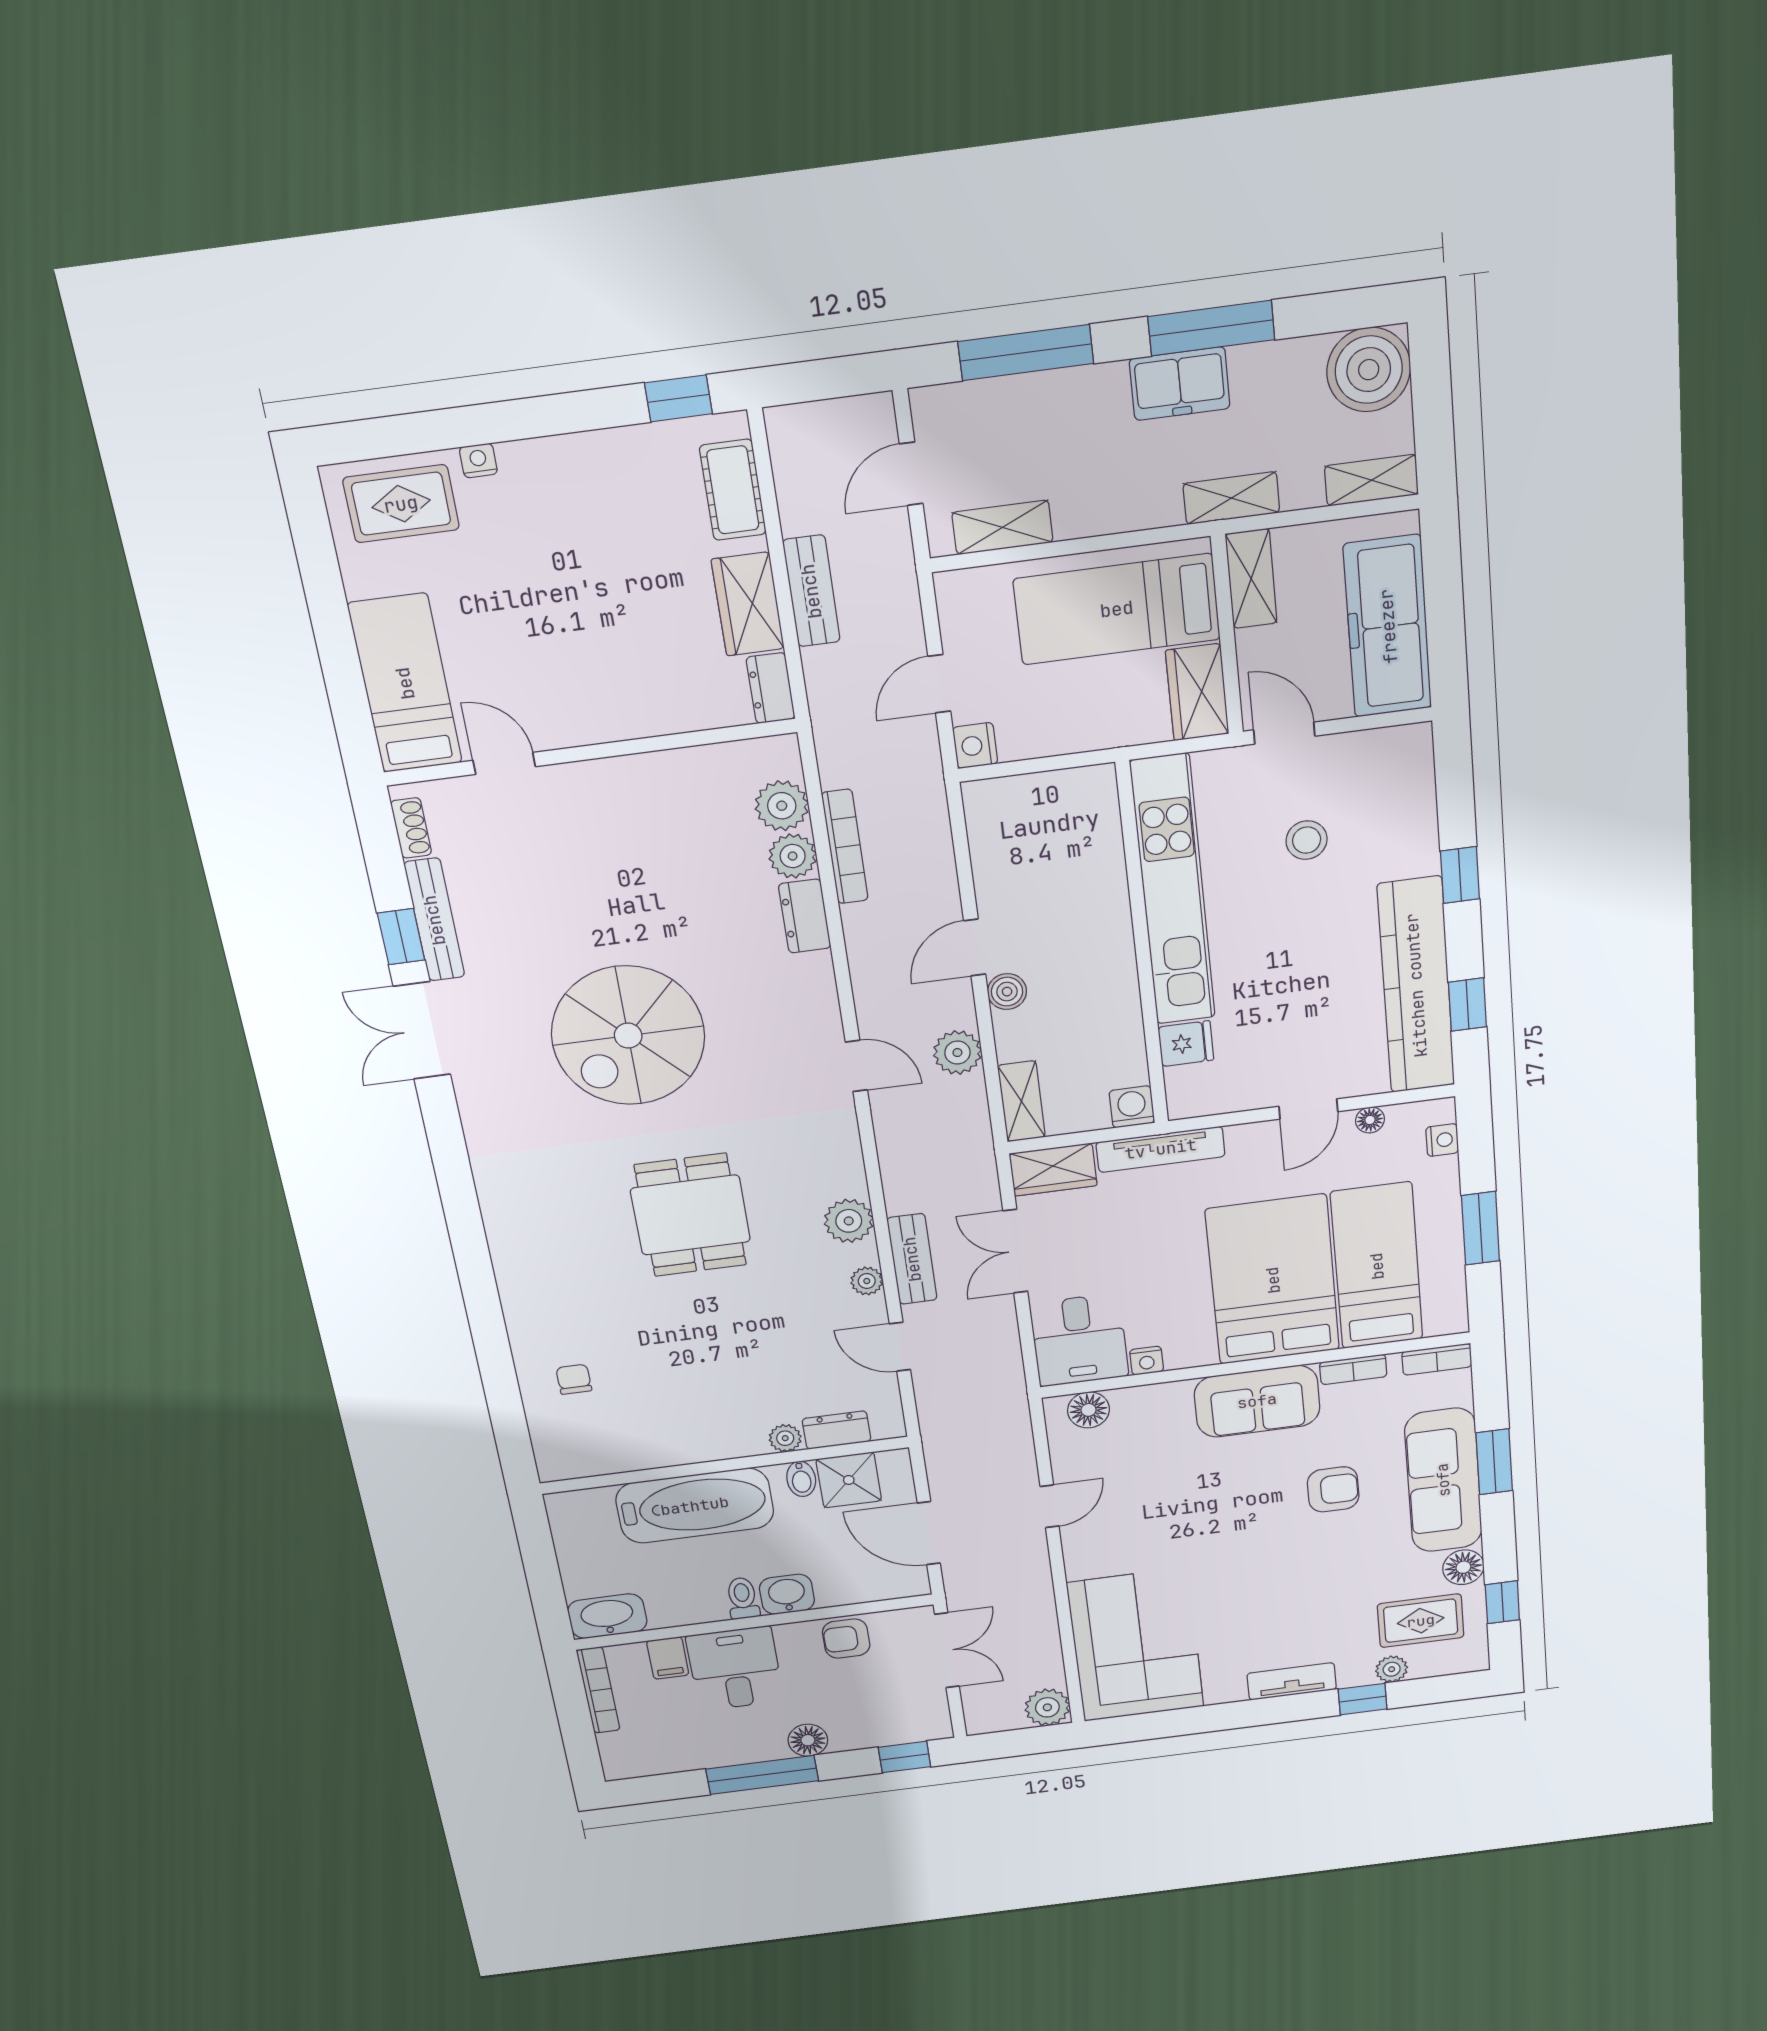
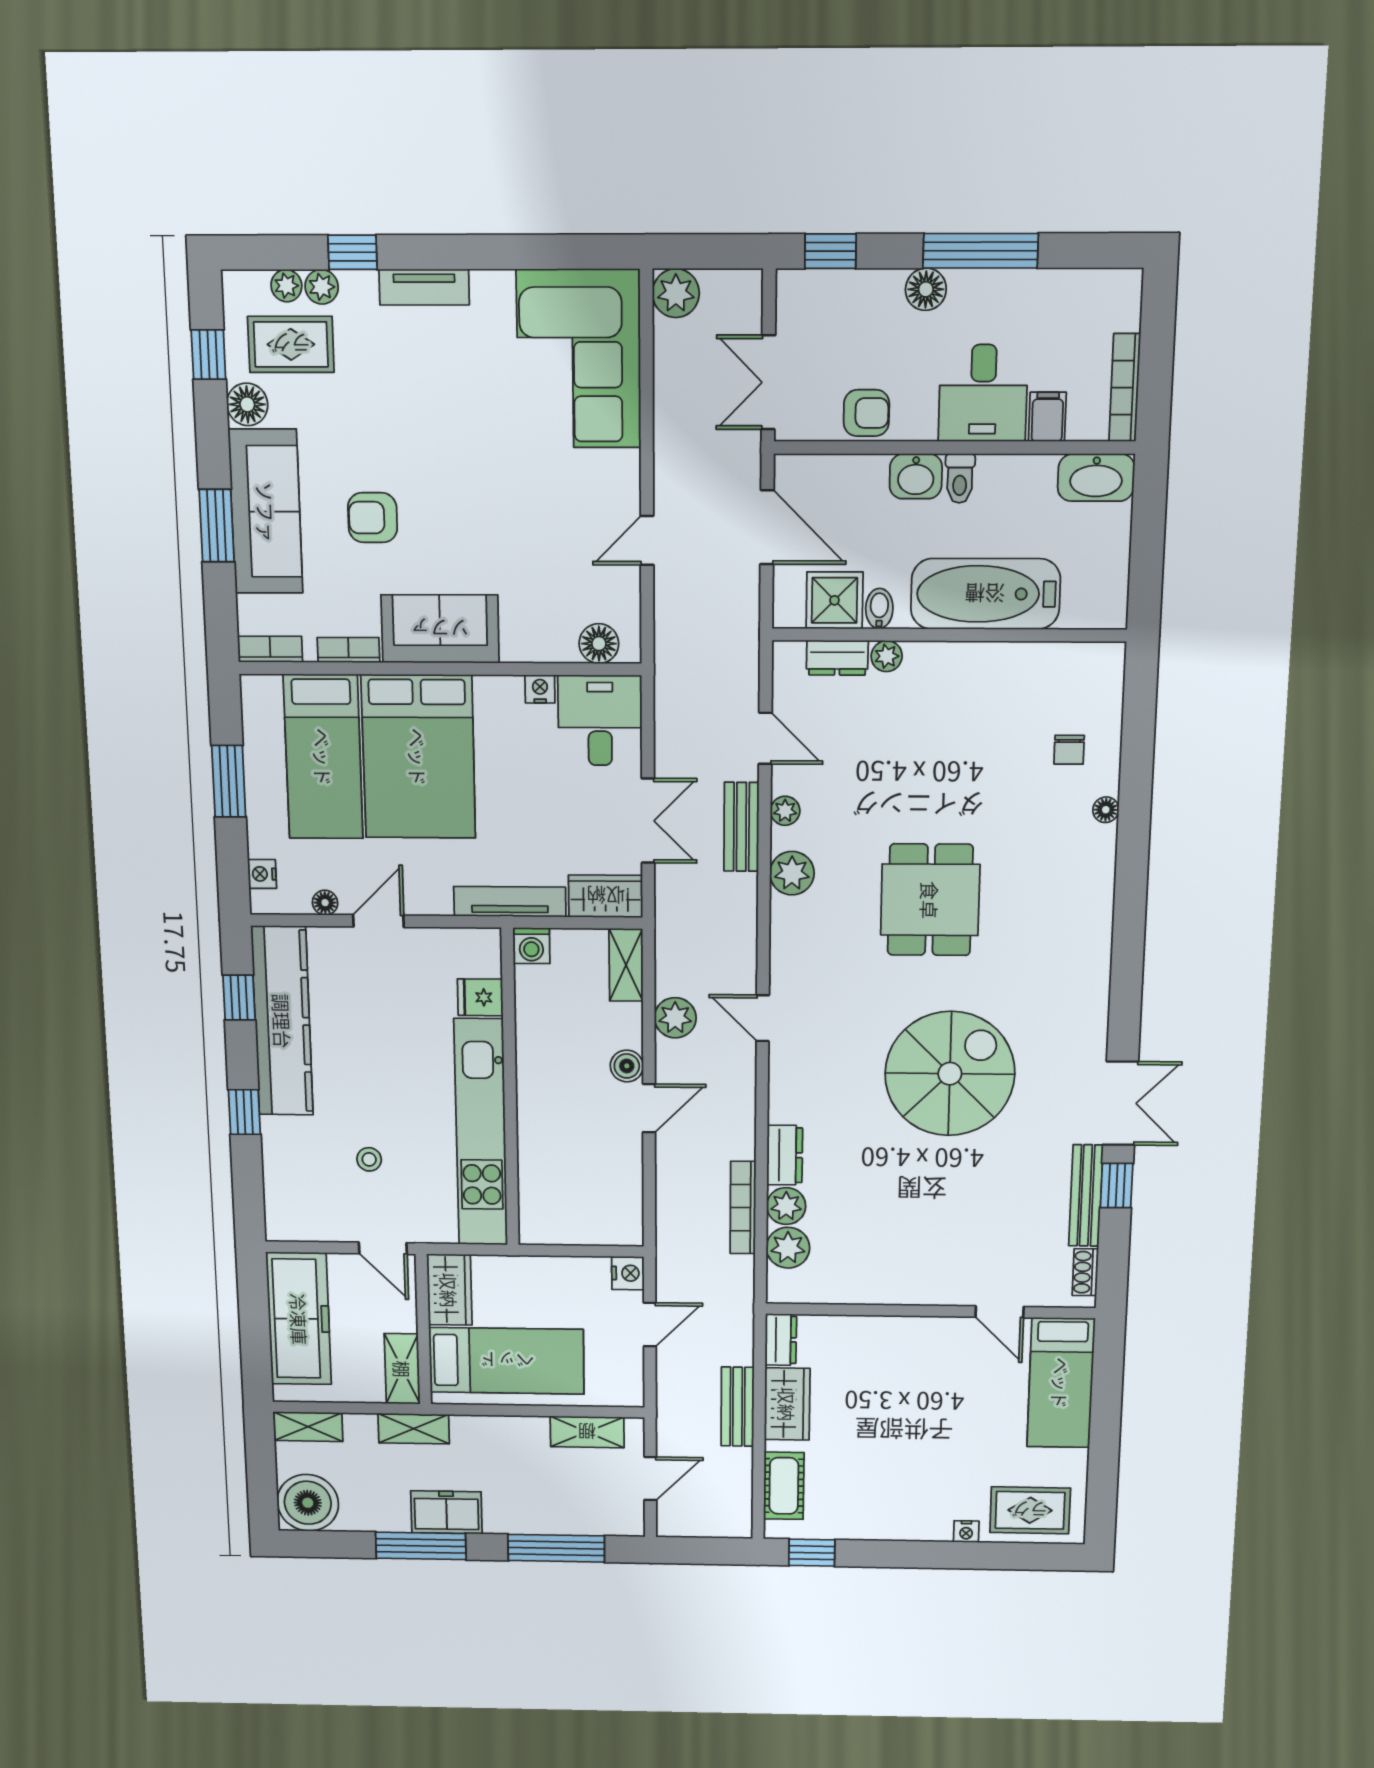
stool: (1307, 840) -> (369, 1159), width x0.73, depth x0.73
floor lamp: (520, 1328) -> (1106, 810), added
plant: (1426, 1666) -> (286, 286), added

